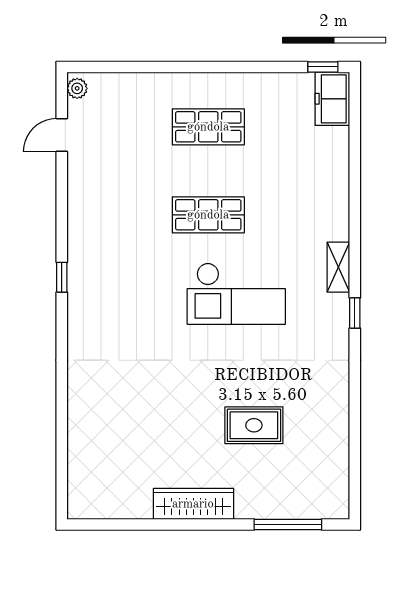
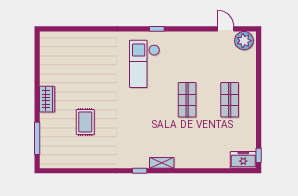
plant: (77, 88) -> (244, 41), width x1.88, depth x1.88
checkout: (236, 294) -> (145, 64), moved
wardrobe: (193, 504) -> (47, 99), width x0.67

